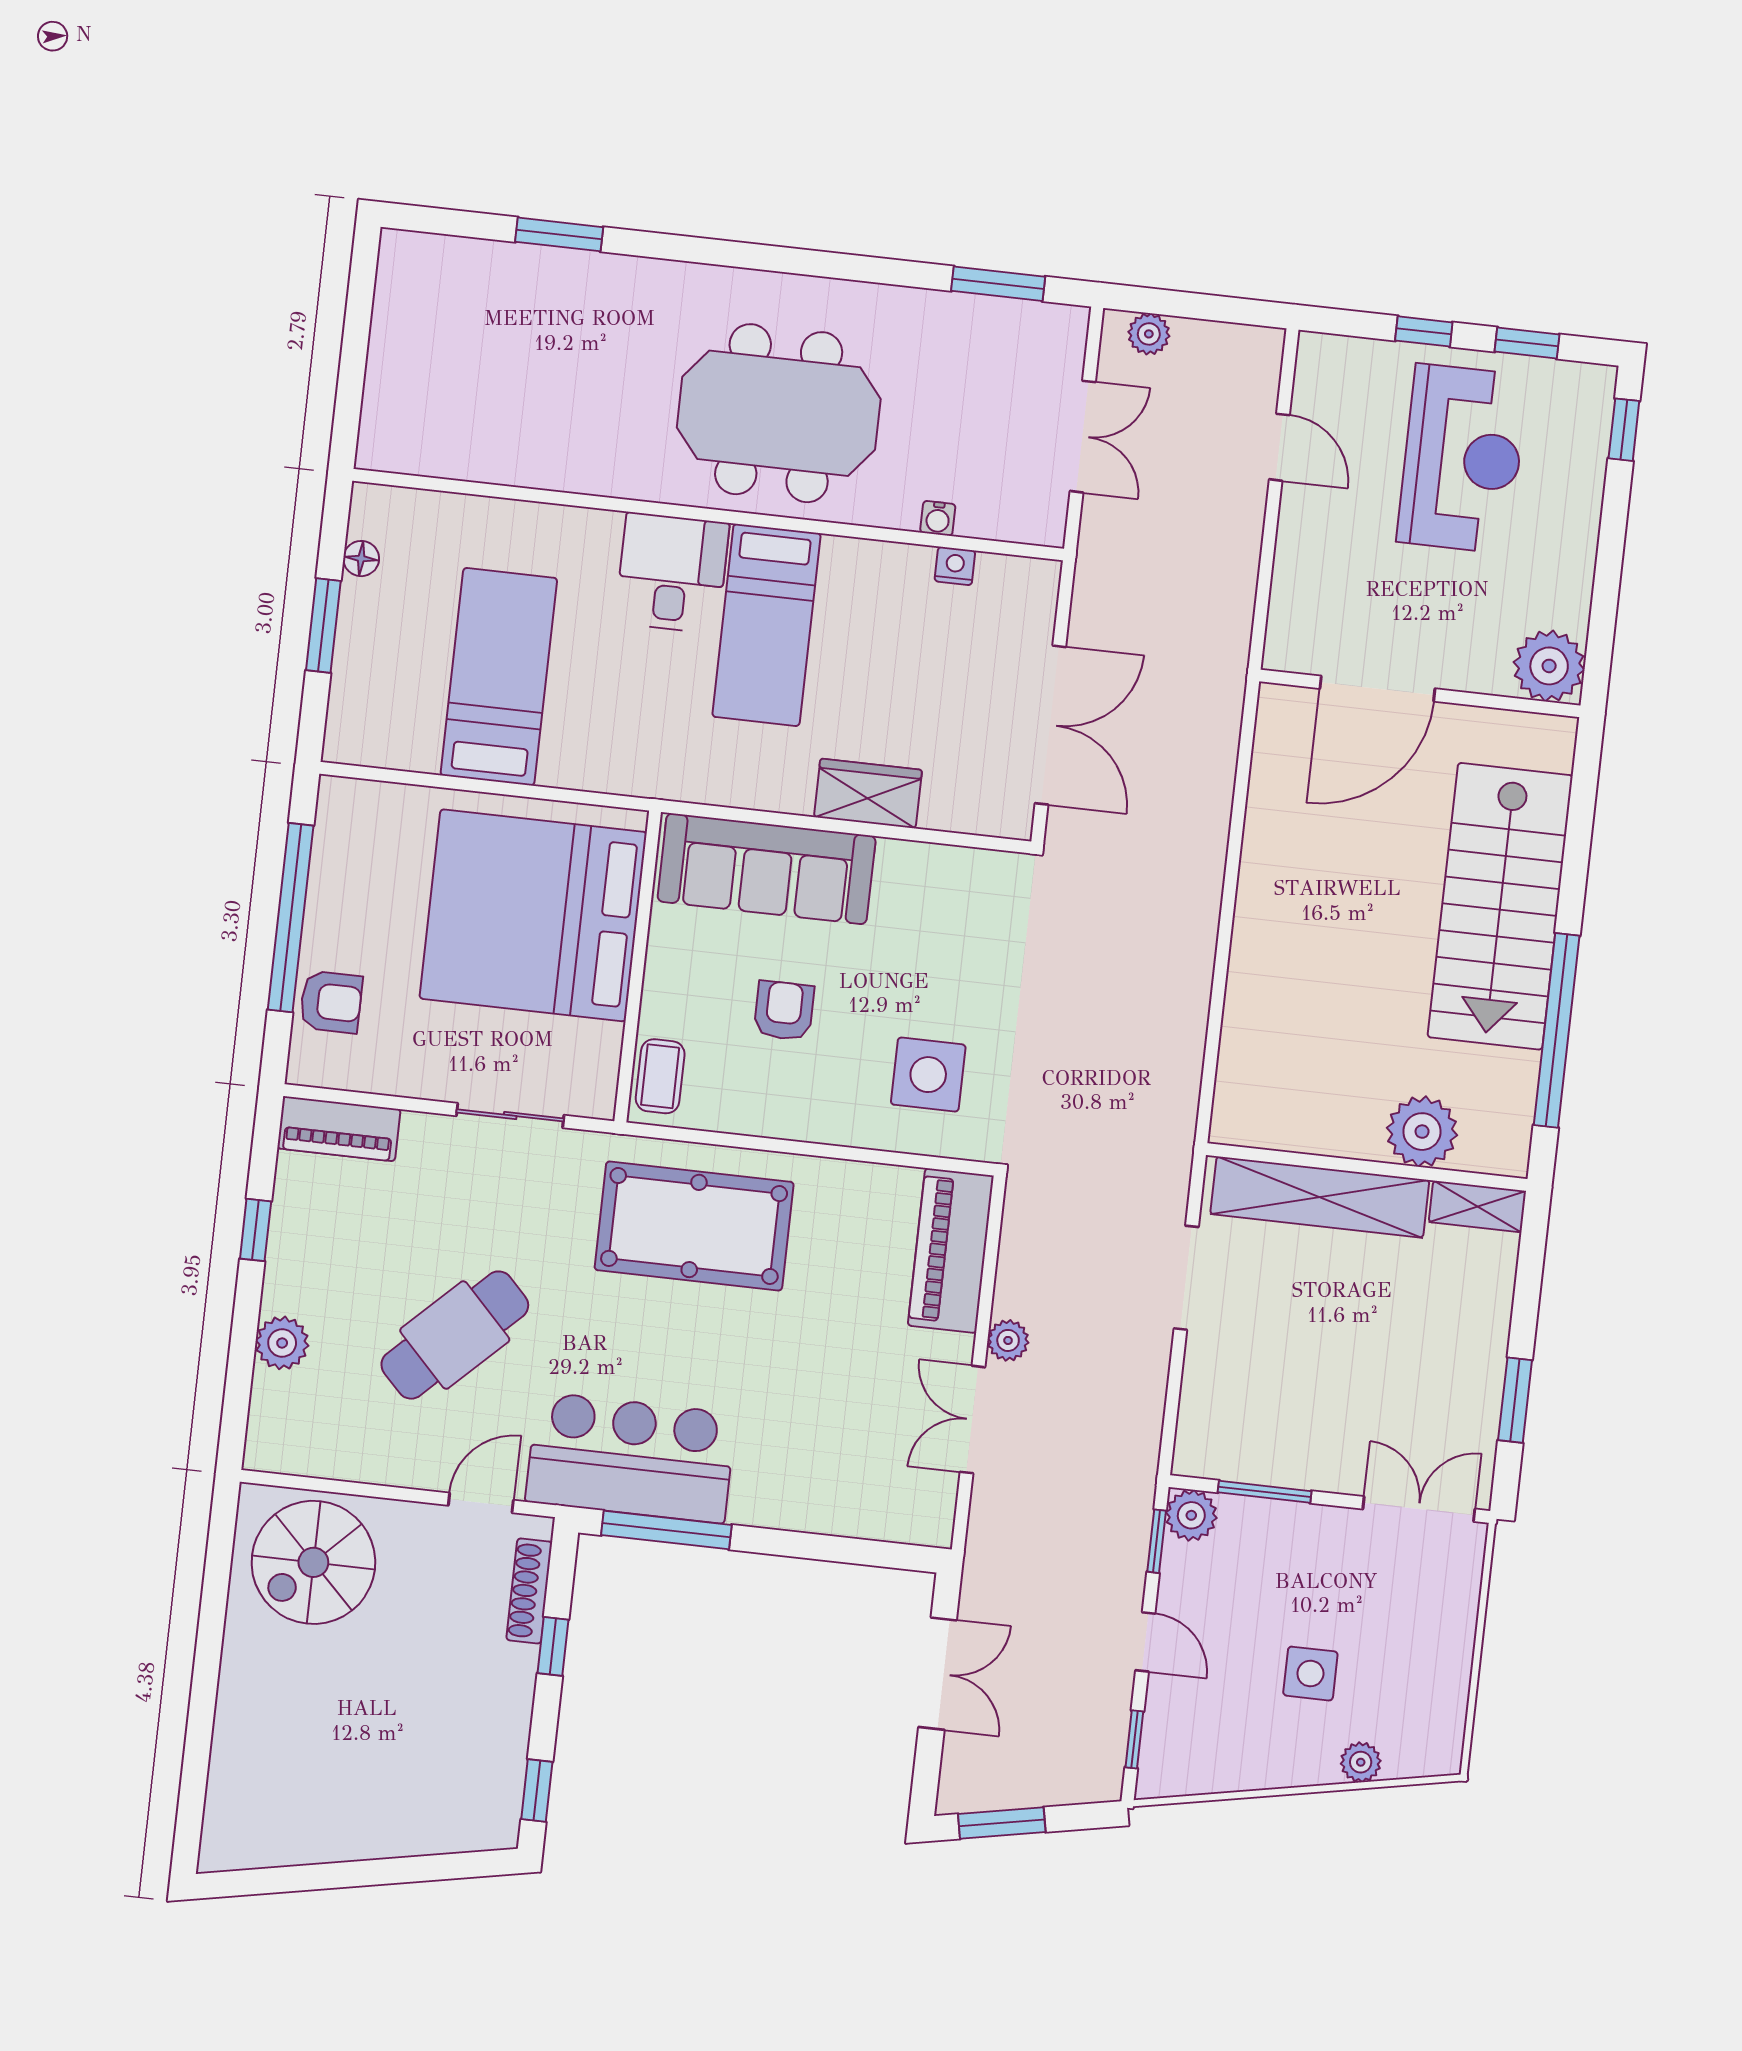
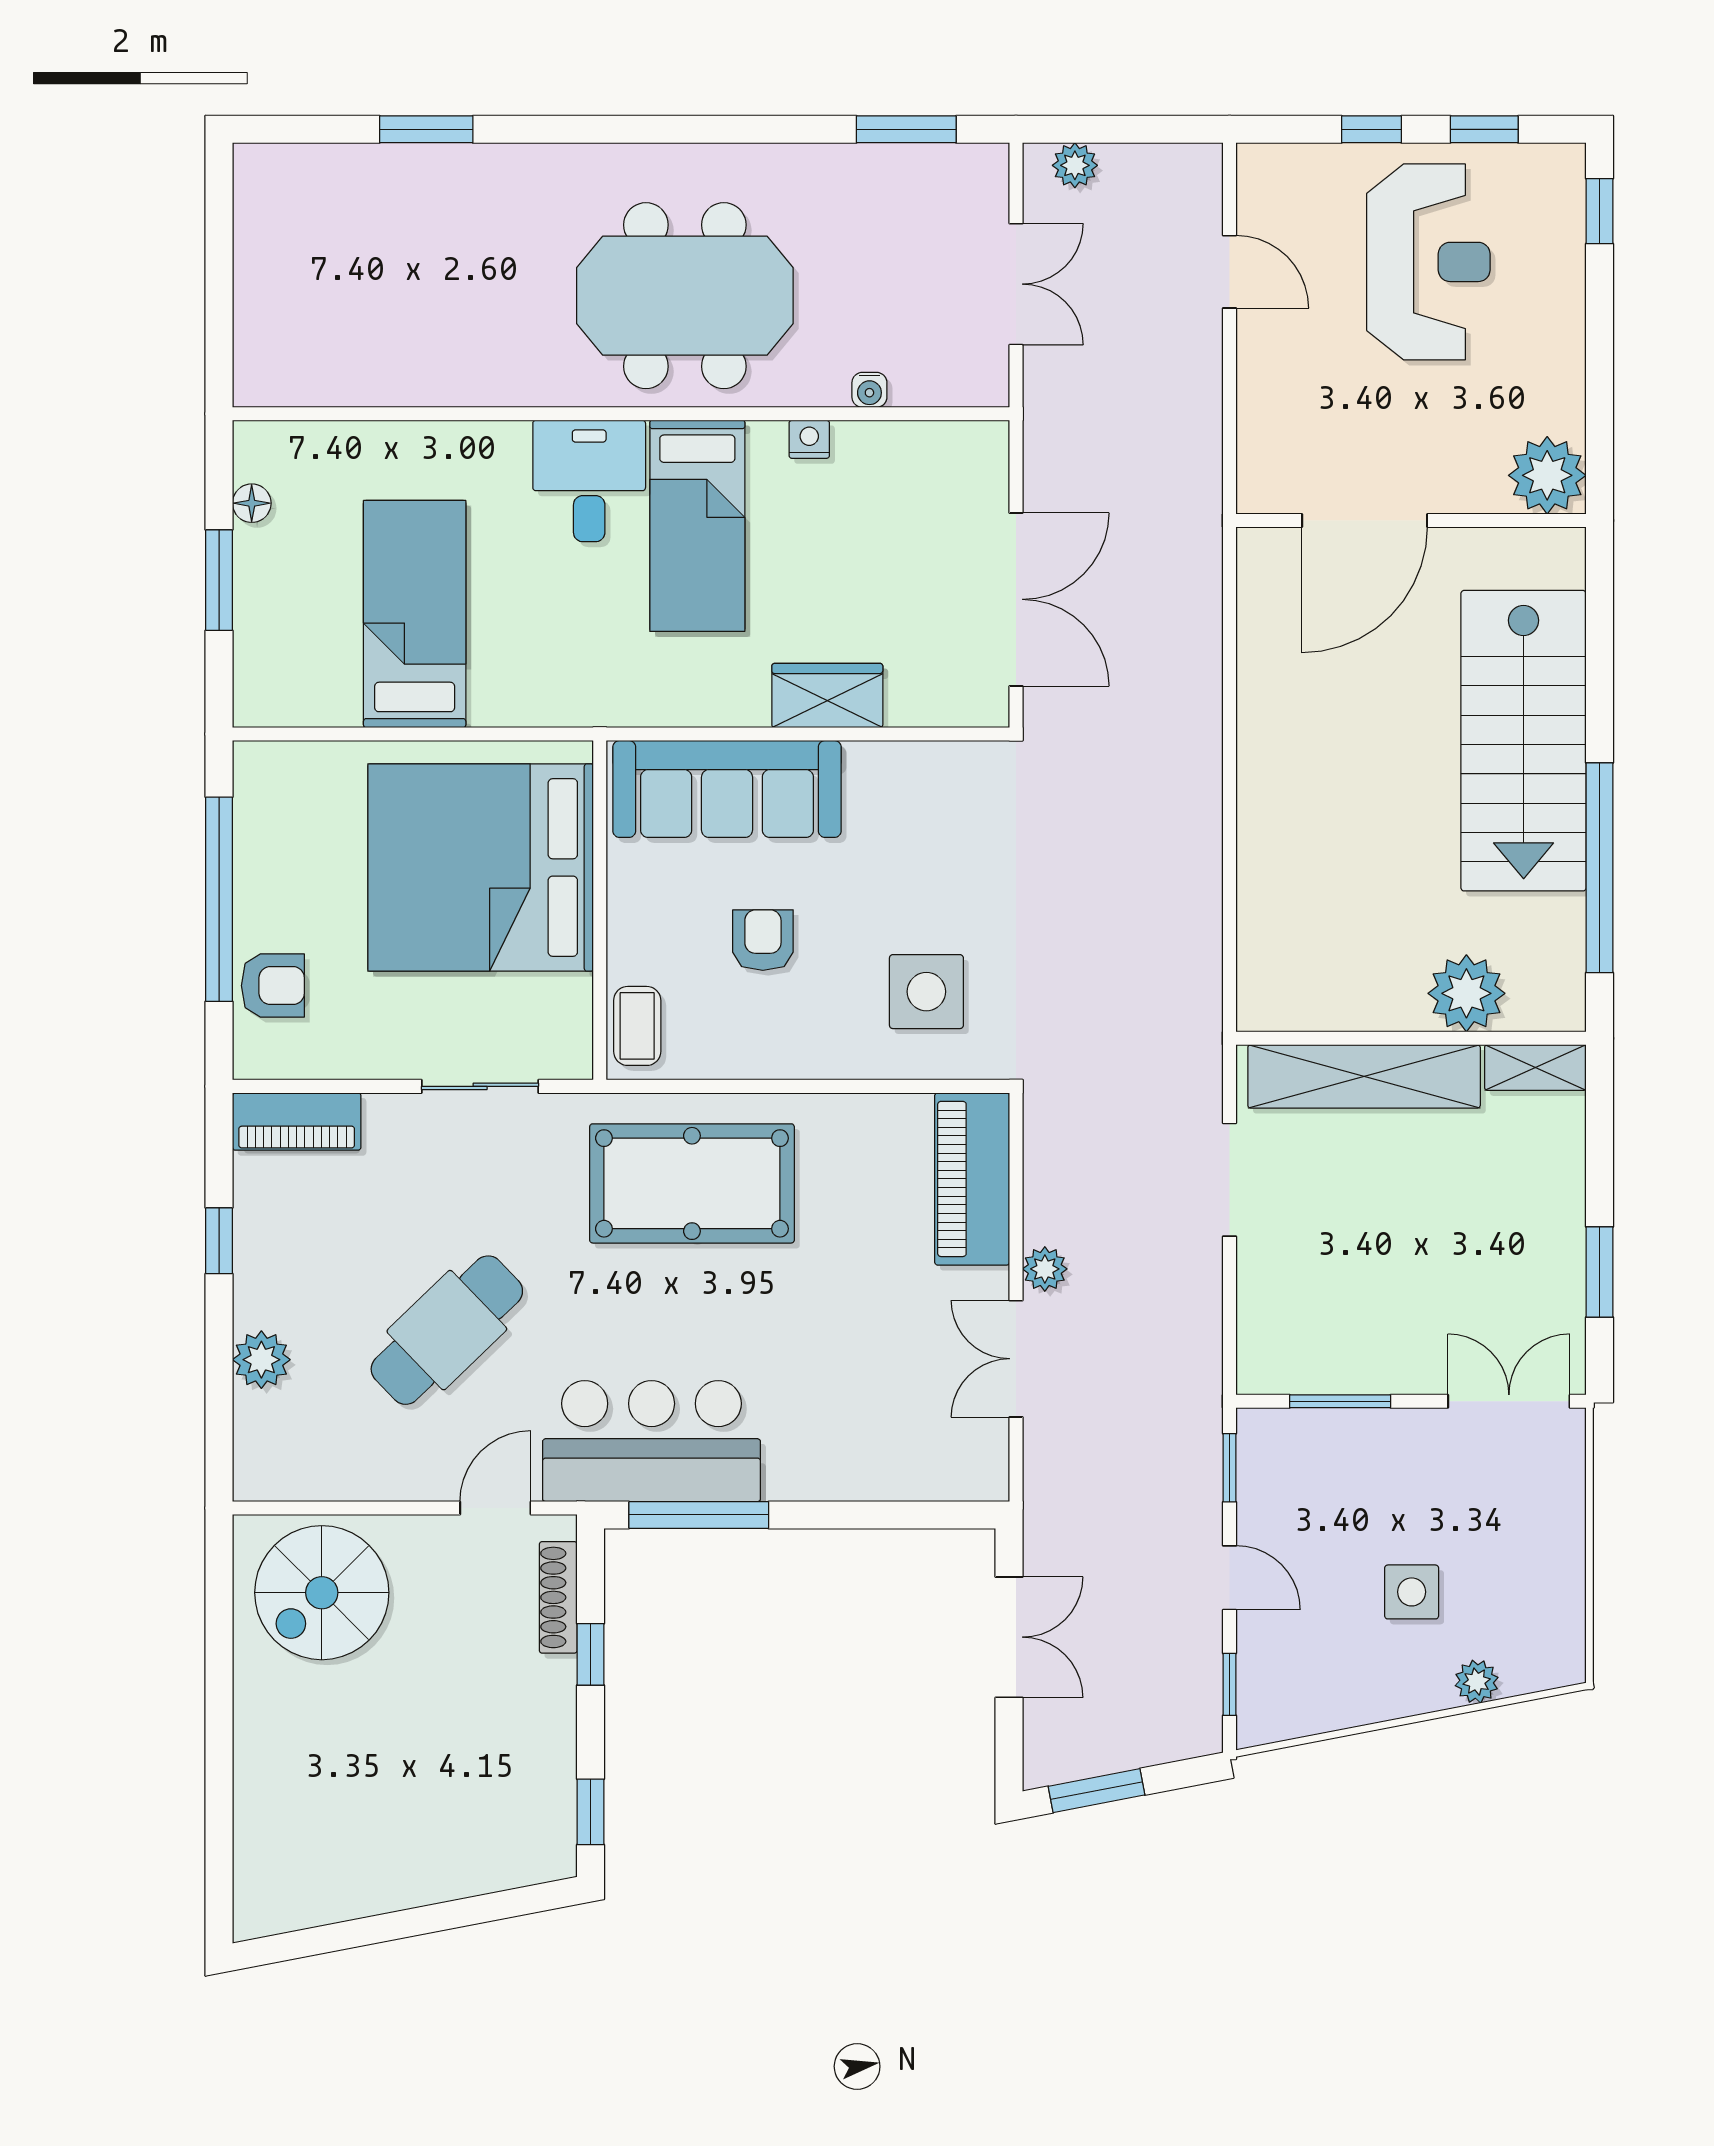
nightstand: (955, 566) -> (809, 439), moved
plant: (1191, 1515) -> (1264, 1436), removed

